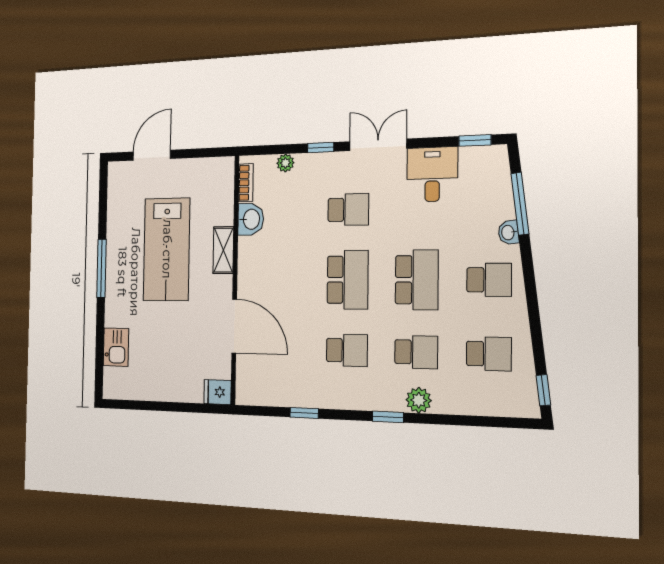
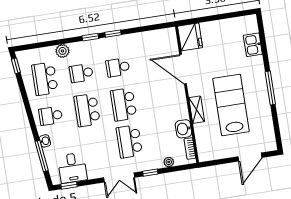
desk: (432, 174) -> (72, 168), moved
school desk: (348, 210) -> (129, 141), width x1.85
school desk: (489, 354) -> (45, 79), width x1.85
fridge: (218, 392) -> (190, 37), width x1.88, depth x1.34
plant: (419, 400) -> (63, 51), moved
window: (304, 413) -> (113, 34), moved

